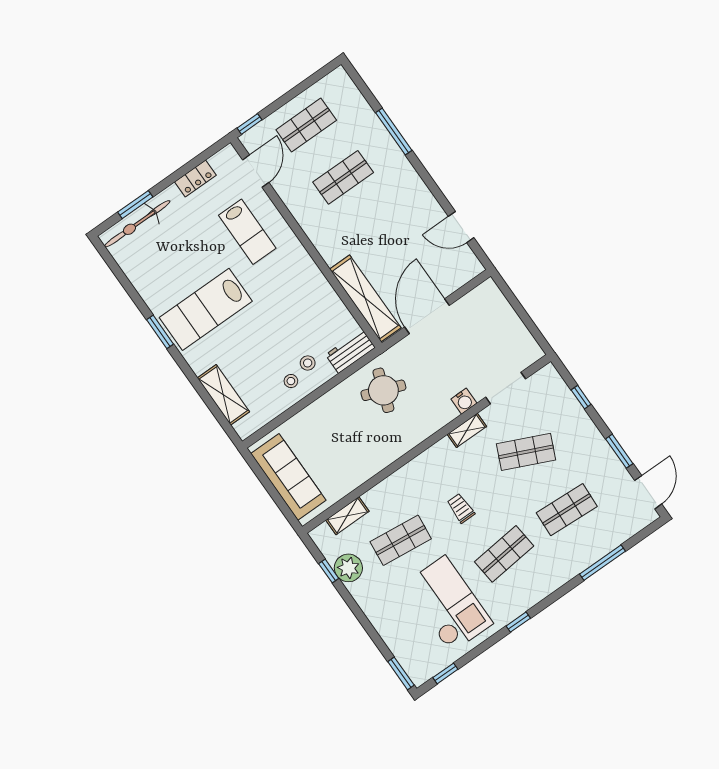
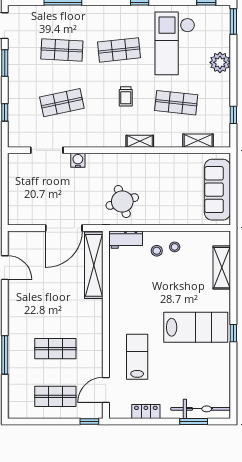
window: (160, 332) -> (233, 333), width x0.67
round table: (383, 390) -> (122, 202), turned -38
shelving: (467, 430) -> (140, 141), moved
shop shelf: (526, 452) -> (62, 103), turned -36
plant: (348, 568) -> (220, 62), moved

